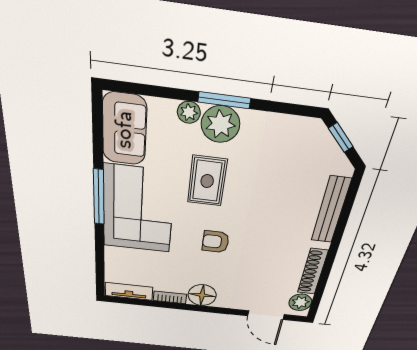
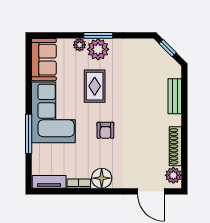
window: (99, 197) -> (29, 134), moved
bench: (331, 210) -> (175, 96), width x0.73
armchair: (216, 242) -> (105, 130), turned -90

